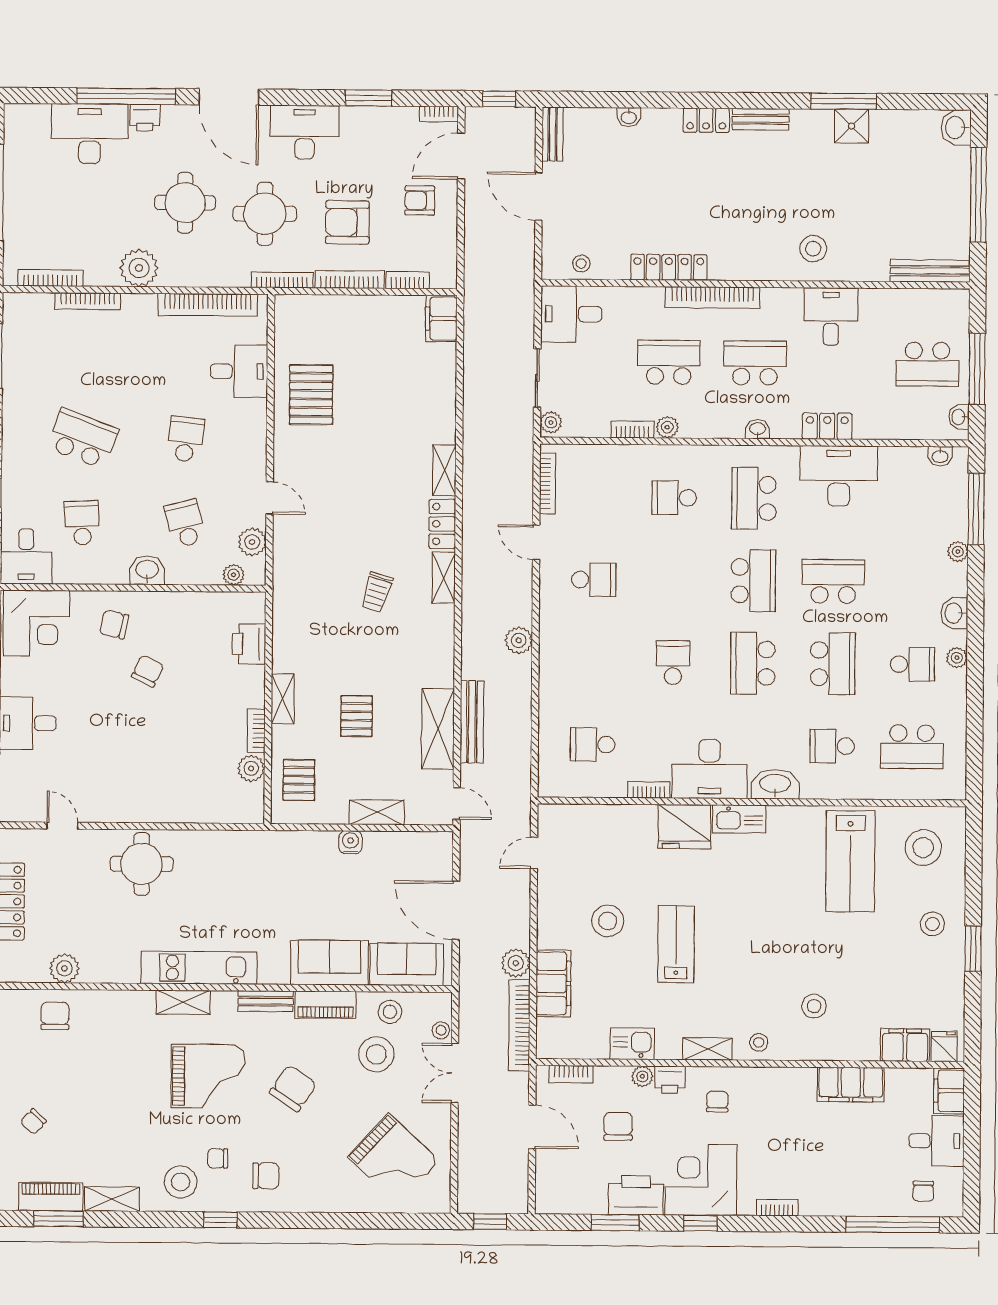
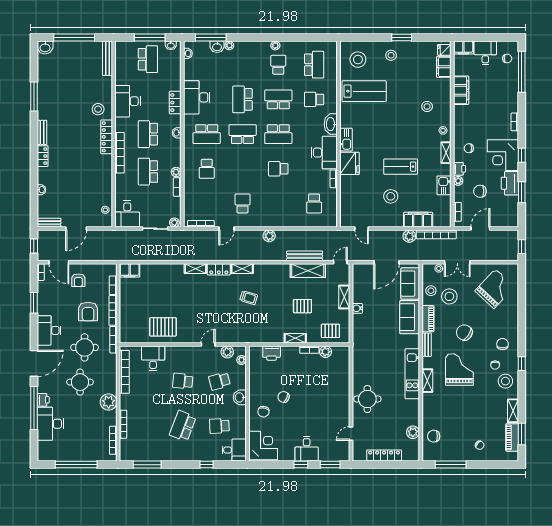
shower: (852, 126) -> (45, 93), removed
locker: (669, 267) -> (107, 137), moved
desk: (831, 316) -> (127, 101), width x1.37
washbasin: (954, 613) -> (217, 47), moved
school desk: (832, 746) -> (314, 99), turned 90

